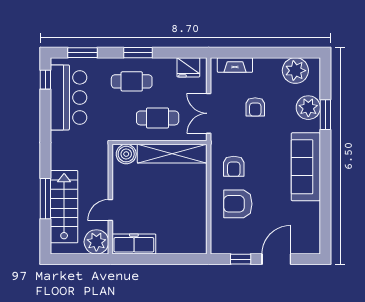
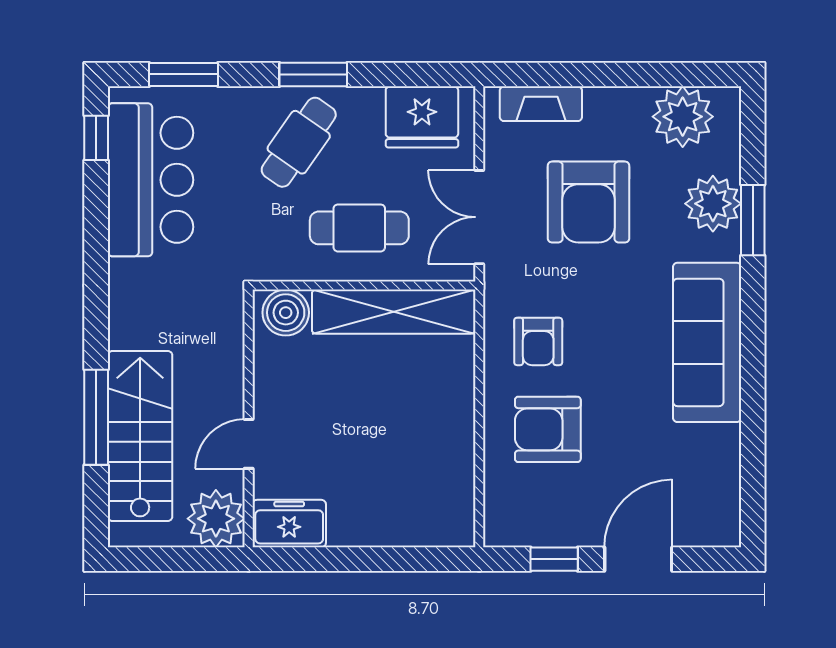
fridge: (188, 67) -> (422, 117), width x1.36, depth x1.34
cafe table: (132, 81) -> (299, 142), turned -55
armchair: (255, 107) -> (589, 202), width x1.88, depth x1.88
freezer: (134, 244) -> (289, 524), width x0.71

